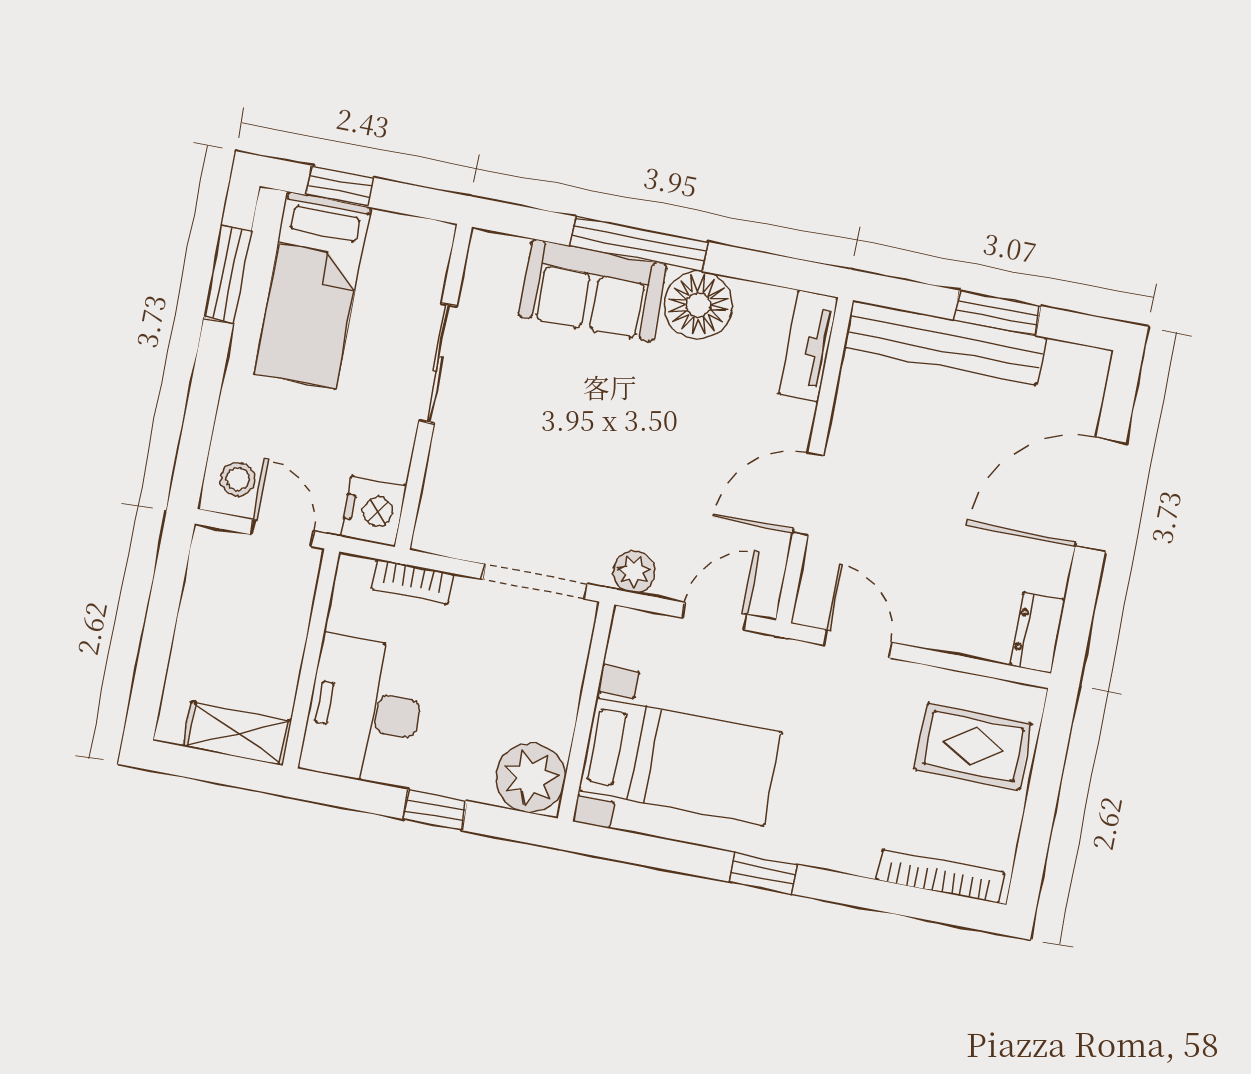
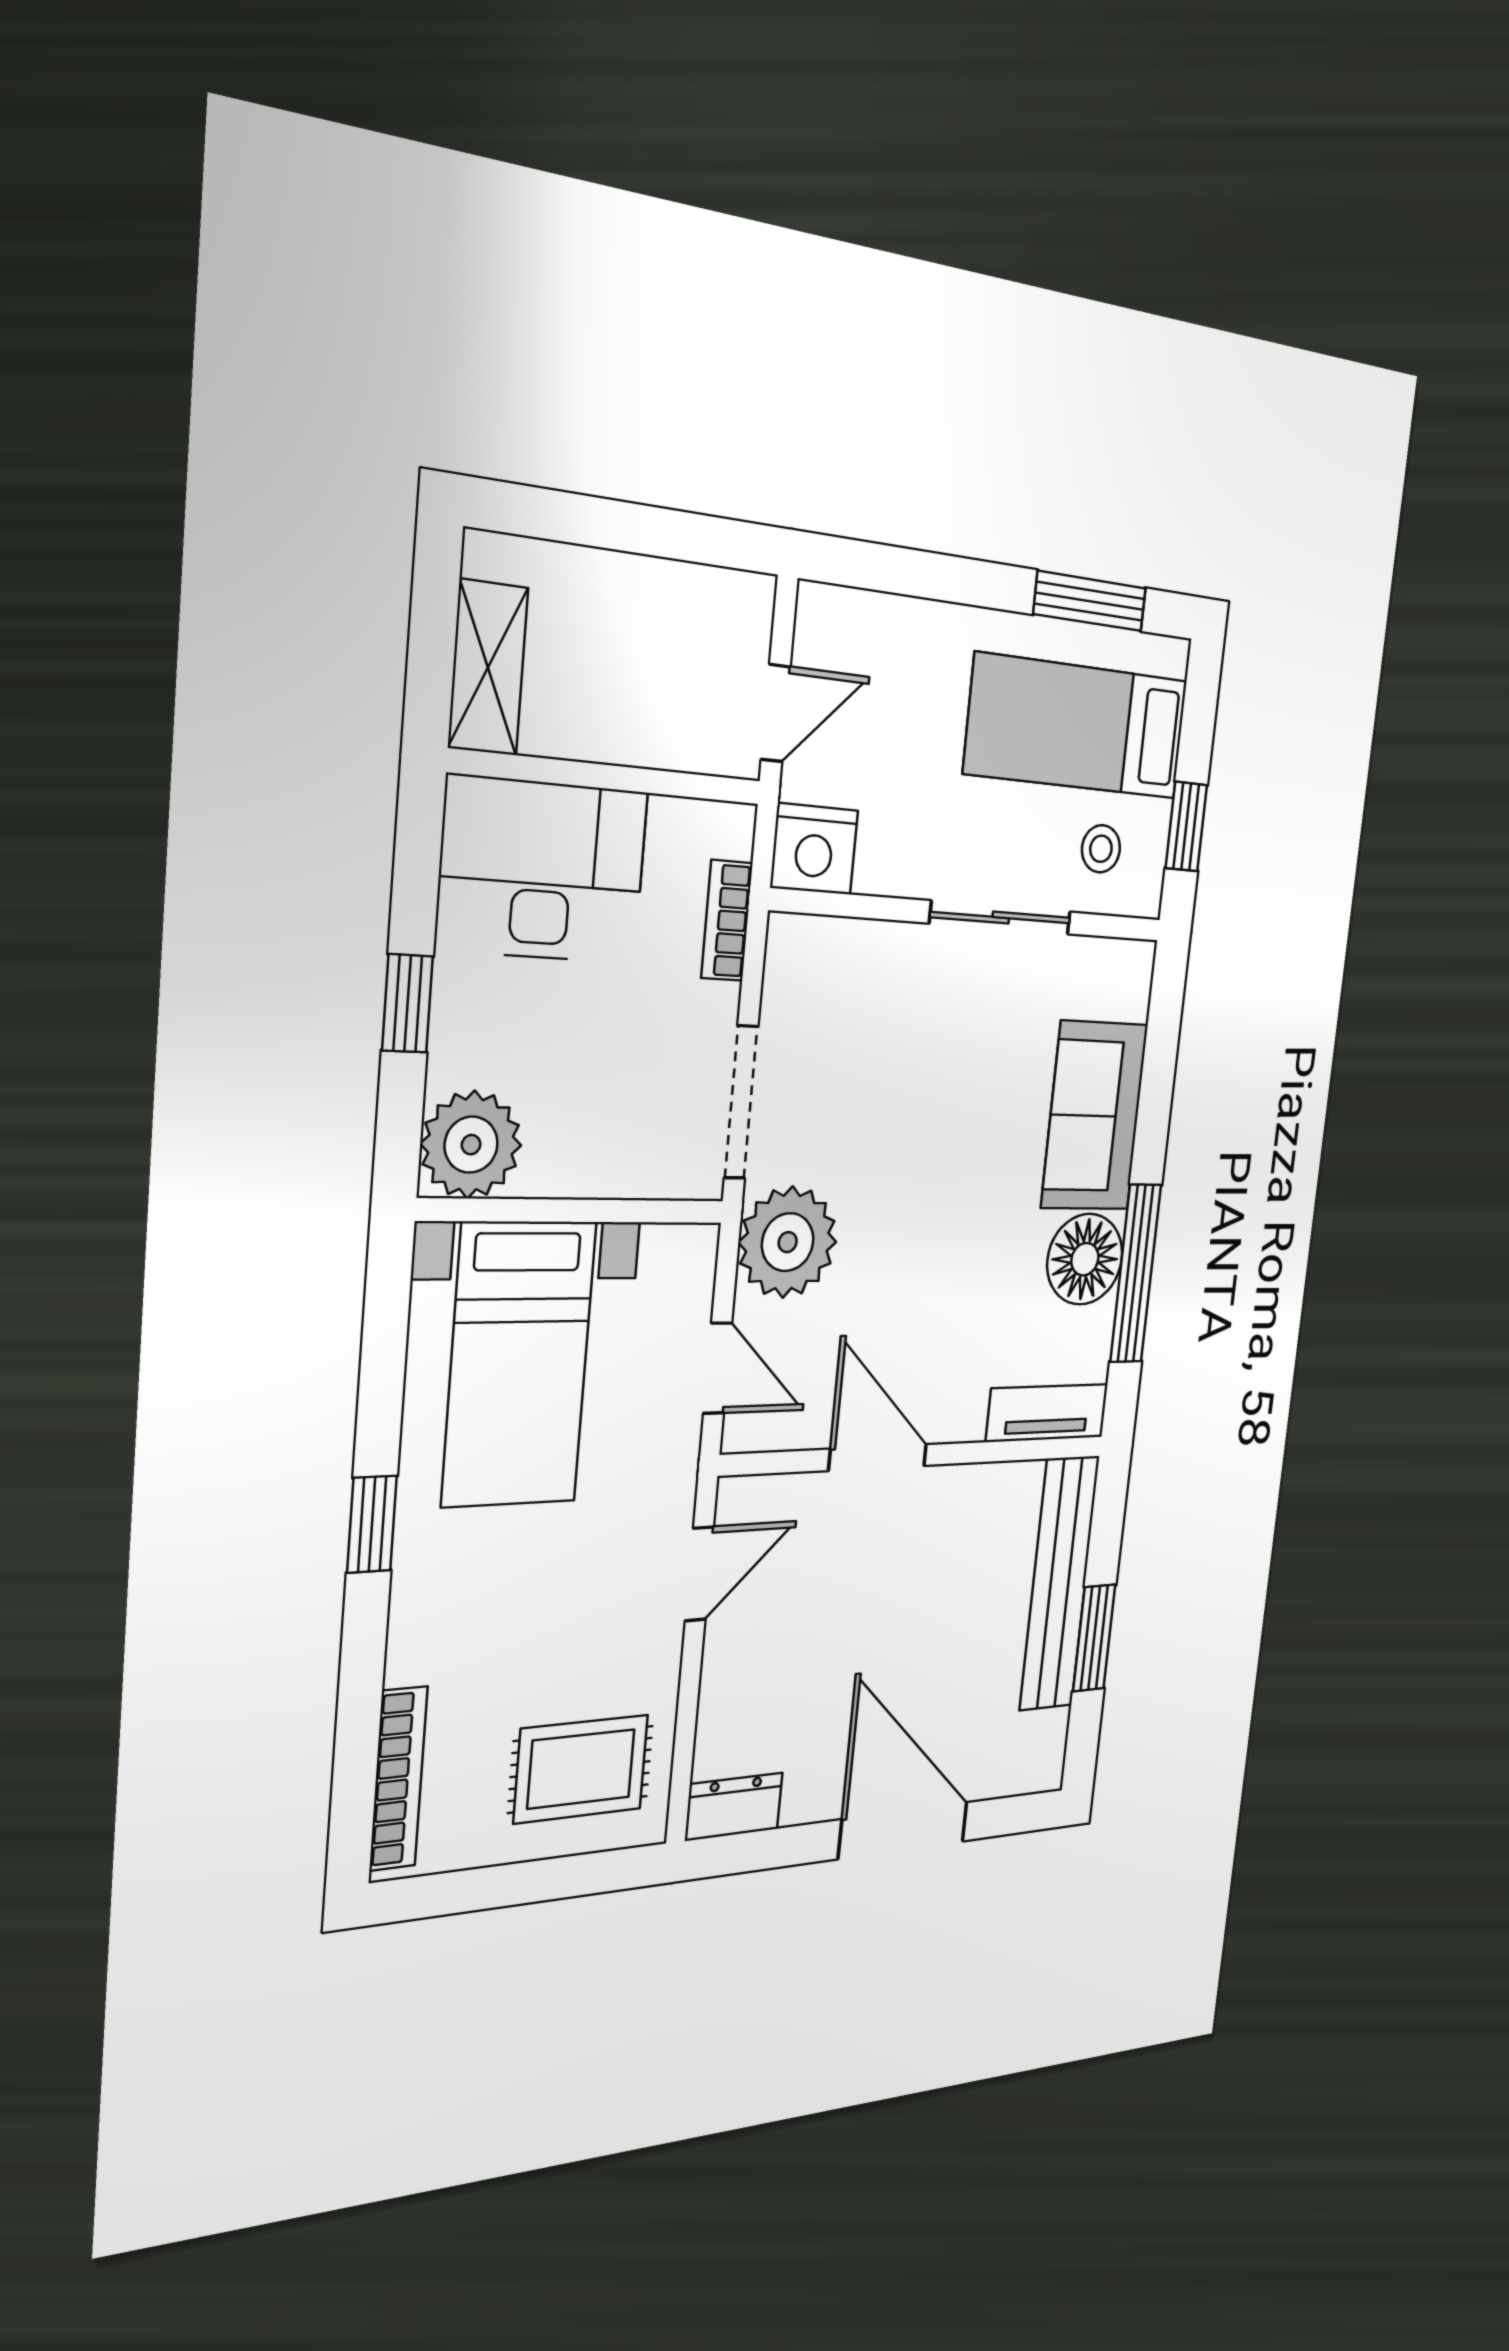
window: (340, 186) -> (1186, 827), moved
window: (639, 244) -> (1136, 1274), moved
stool: (238, 479) -> (1101, 849), moved
plant: (634, 572) -> (788, 1242), width x1.87, depth x1.87
rug: (973, 746) -> (581, 1769), turned 90

